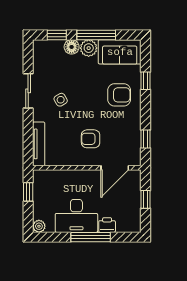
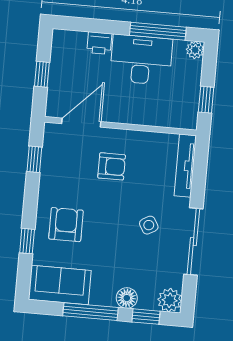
plant: (89, 48) -> (170, 300), moved
sliding door: (28, 91) -> (193, 242), width x1.37
armchair: (119, 95) -> (66, 225), turned 90
window: (91, 237) -> (158, 31), moved

